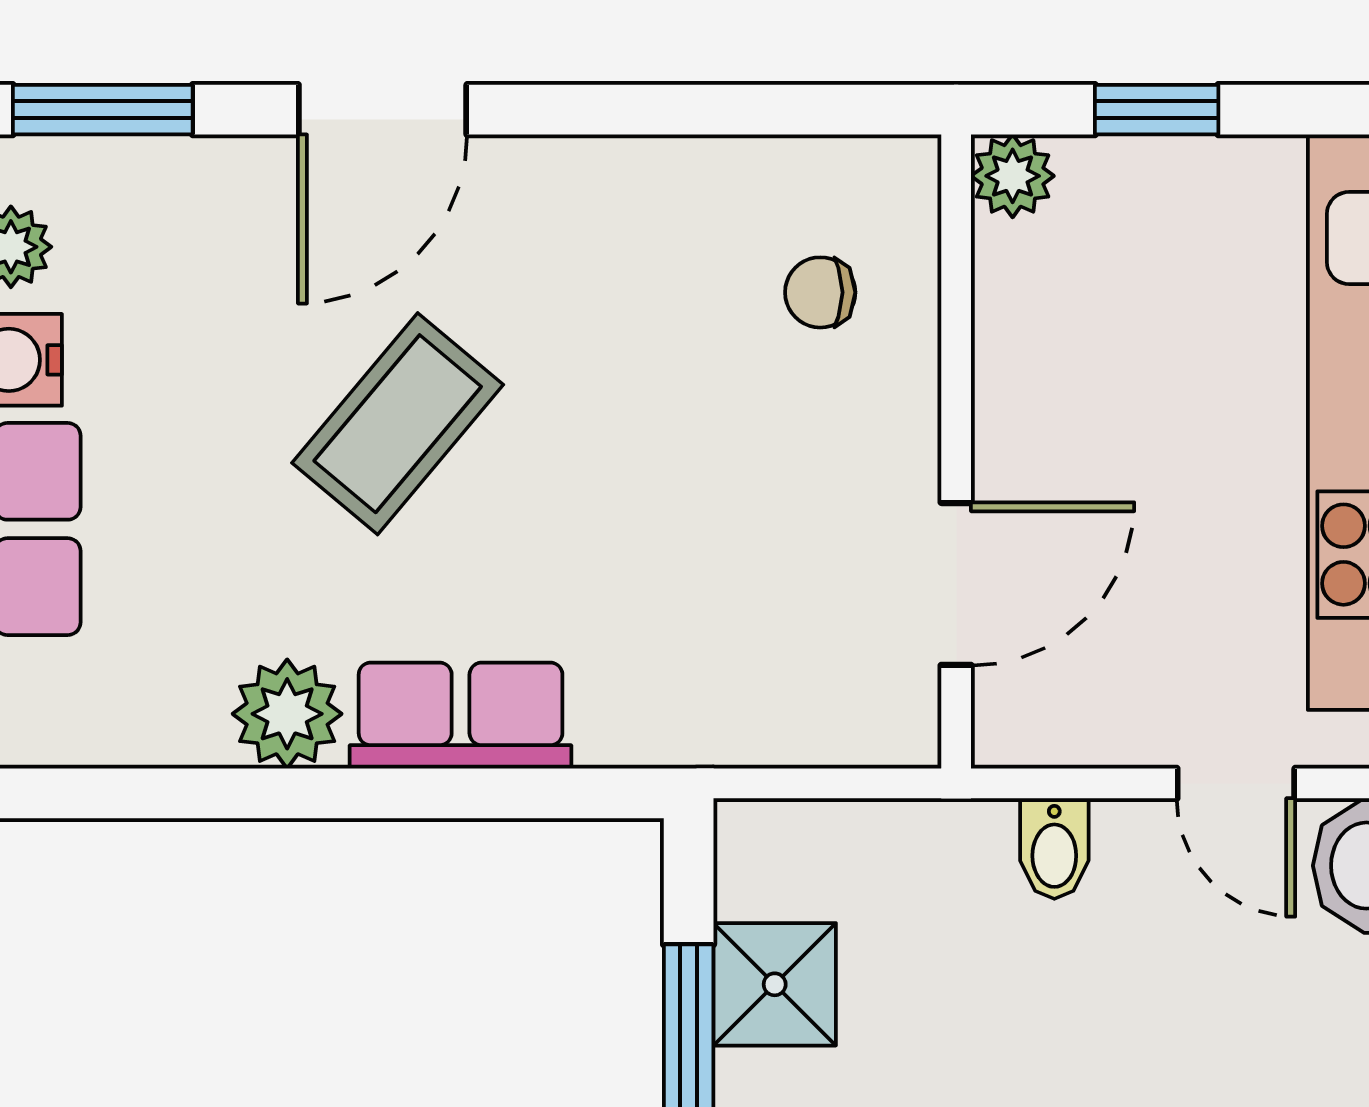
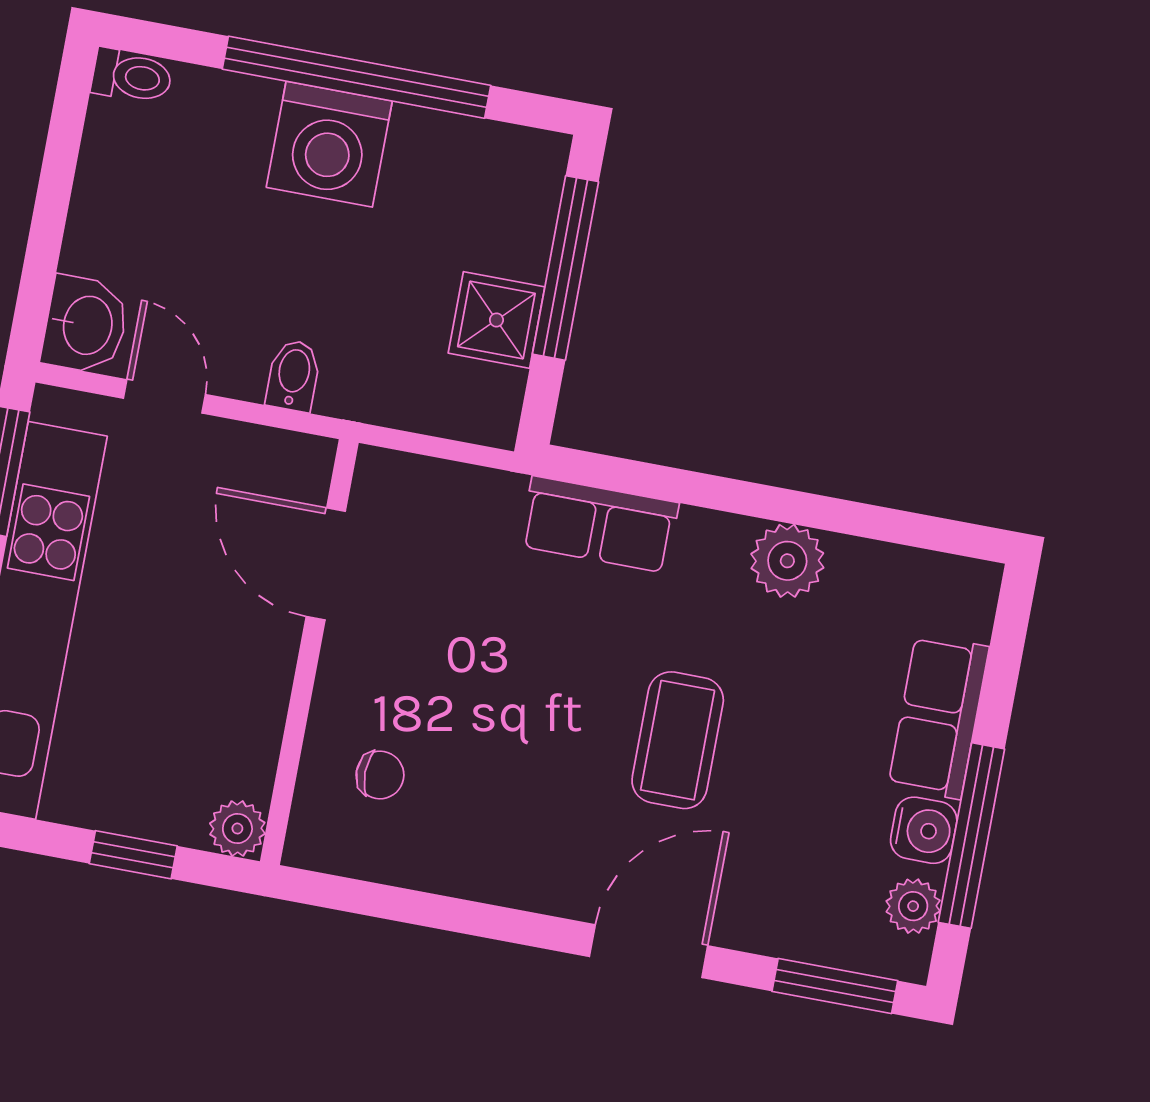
coffee table: (398, 424) -> (678, 740), turned -40
door: (956, 584) -> (326, 564), hinge flipped
row of seats: (461, 716) -> (599, 524), moved

